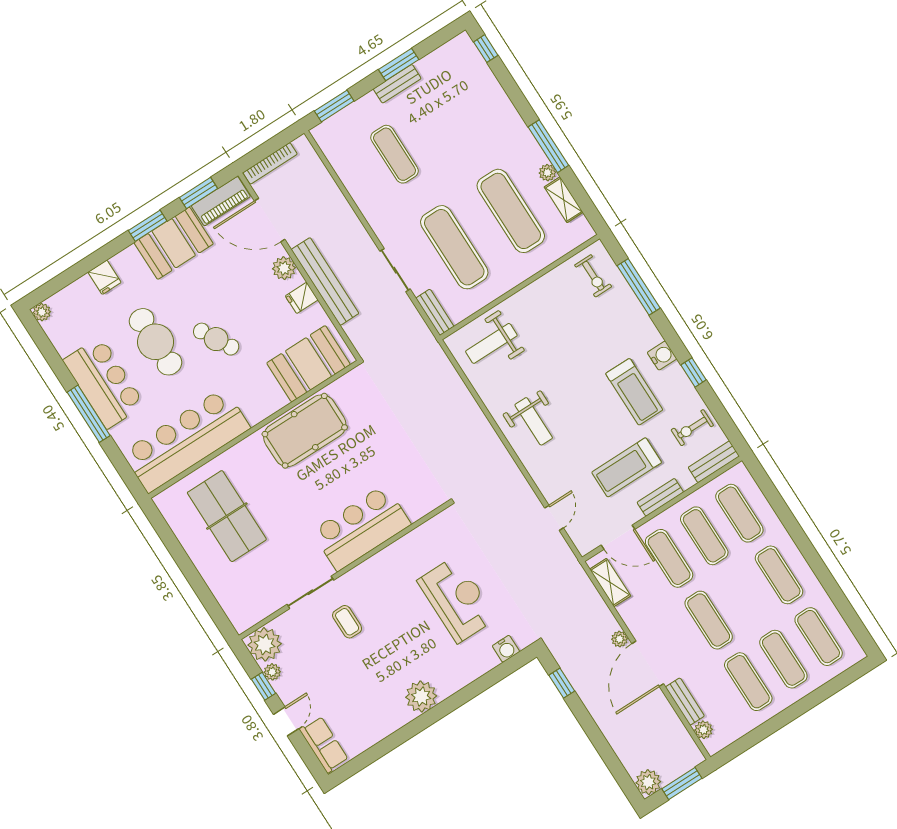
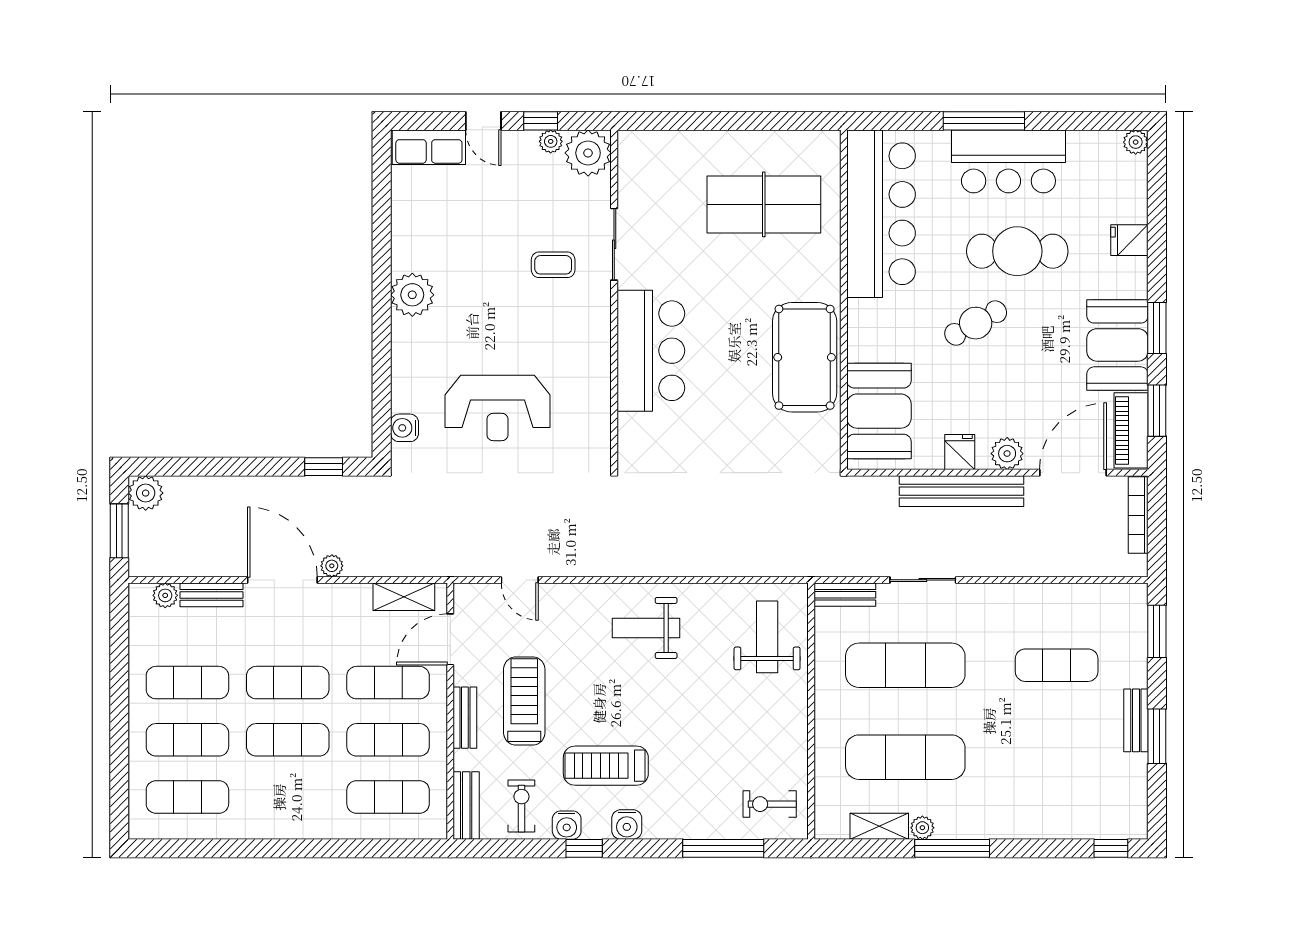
water cooler: (686, 392) -> (567, 825), added
exercise mat: (779, 575) -> (288, 740), moved

